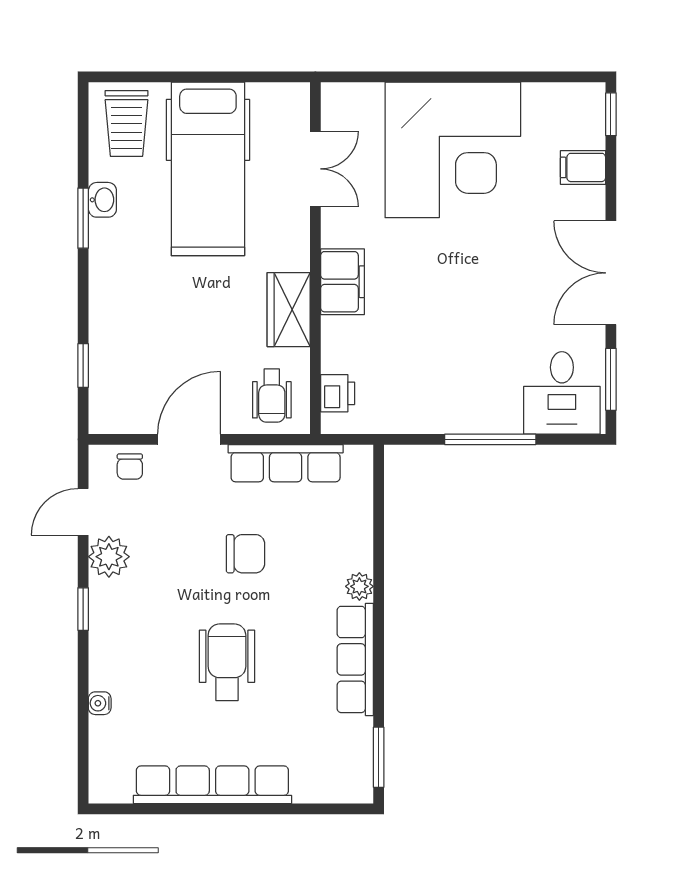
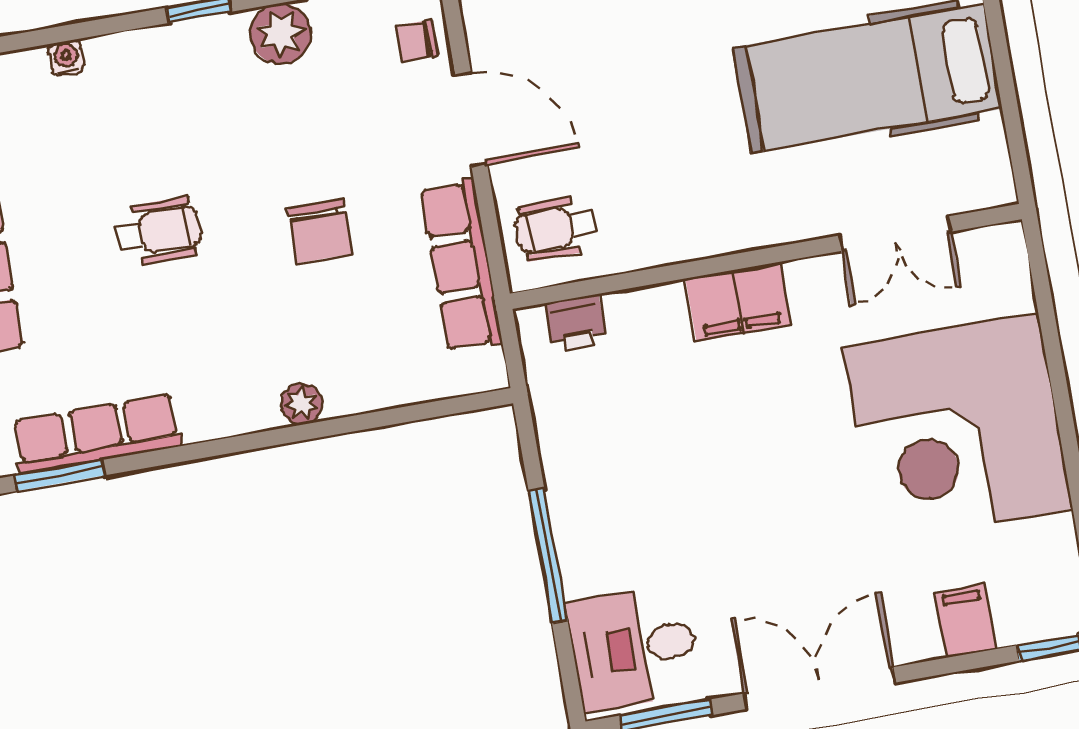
wardrobe: (289, 310) -> (684, 231), removed
row of seats: (355, 659) -> (97, 434), moved
wheelchair: (227, 662) -> (158, 232), width x0.73, depth x0.73

